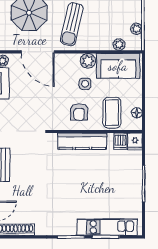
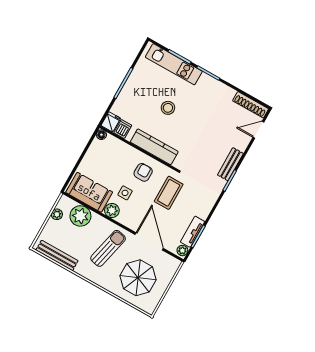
plant: (119, 45) -> (80, 216), width x1.88, depth x1.88
coffee table: (112, 113) -> (169, 193), moved
floor lamp: (137, 113) -> (101, 135), moved
stool: (90, 184) -> (168, 108), added

